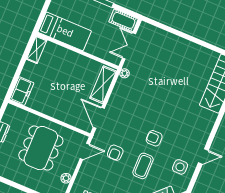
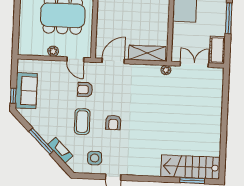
armchair: (154, 138) -> (113, 122), turned 180
coffee table: (143, 166) -> (82, 122), turned 90
plant: (66, 178) -> (53, 51), moved

